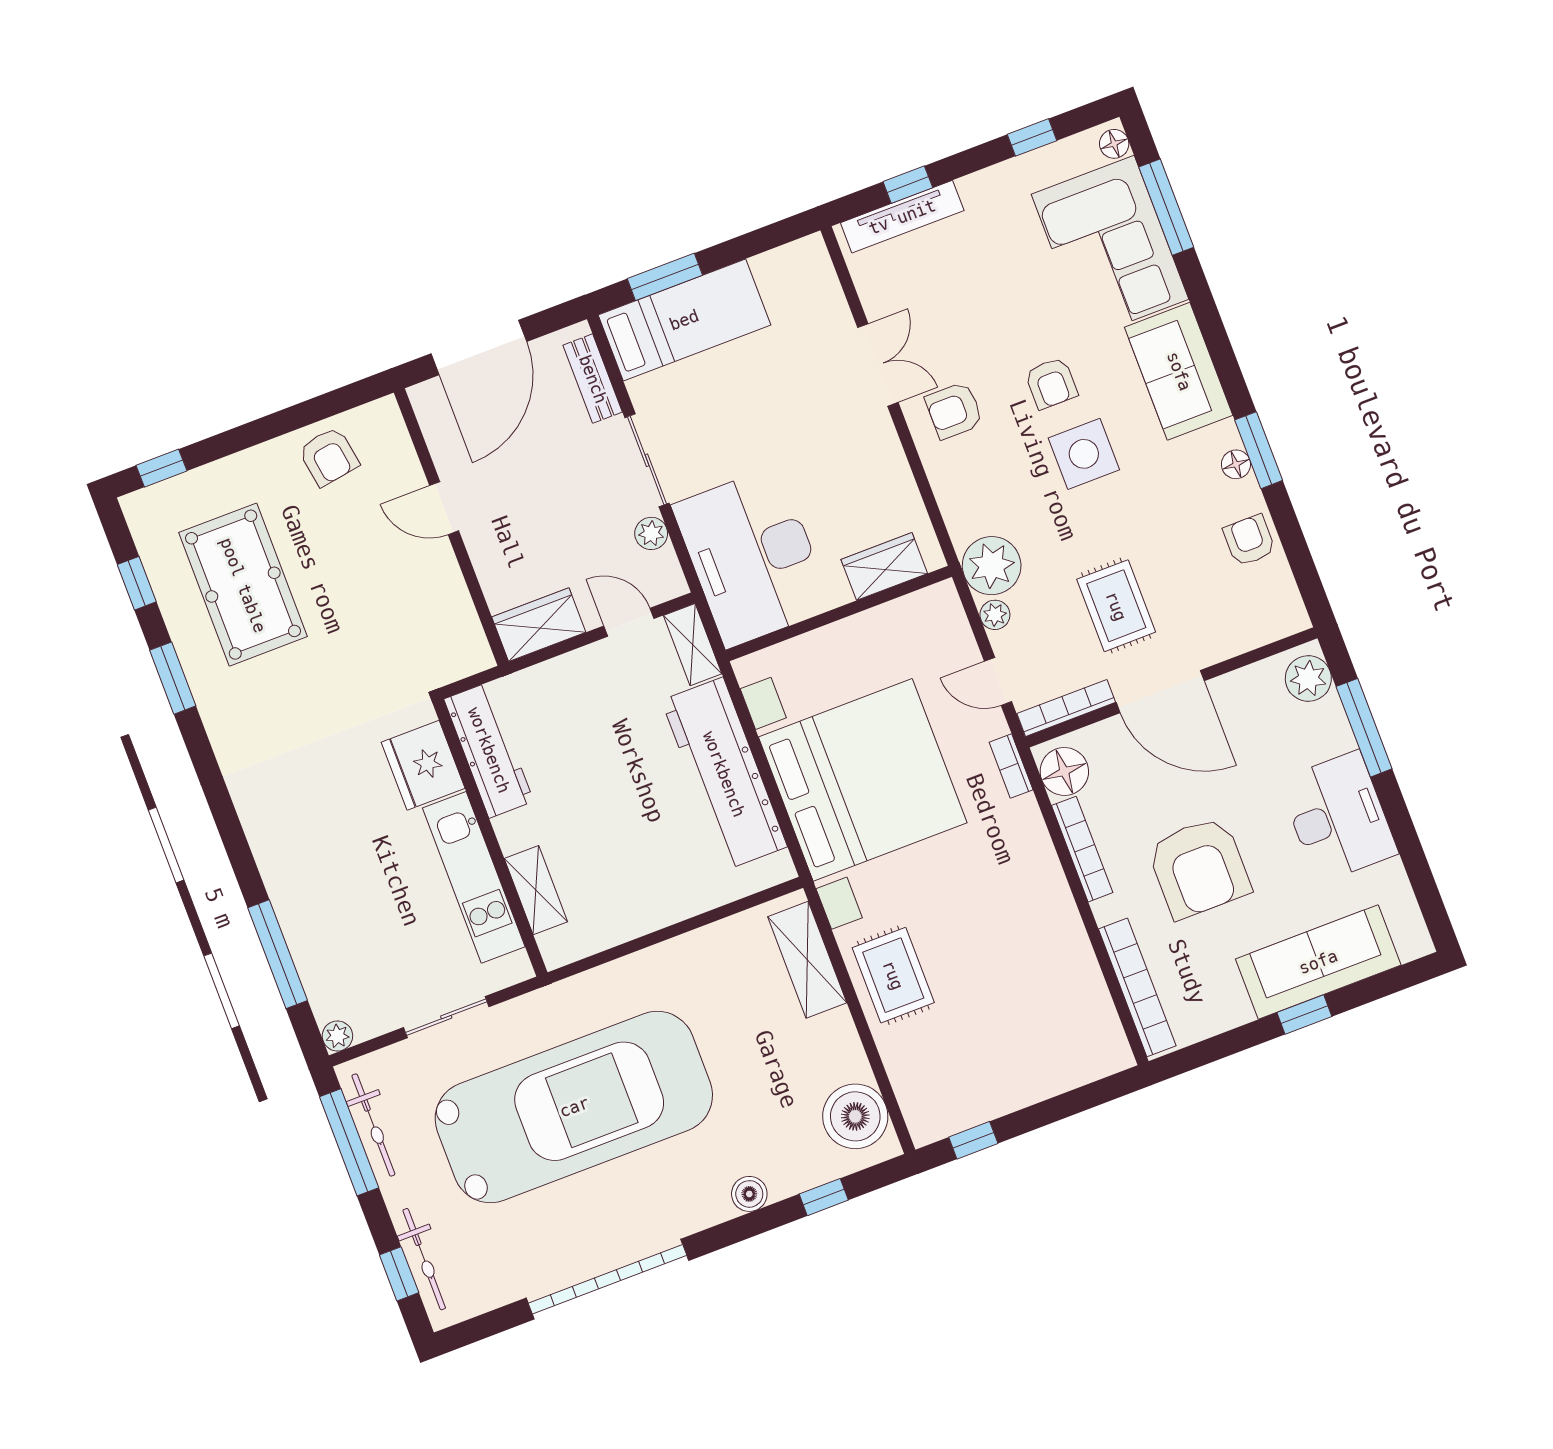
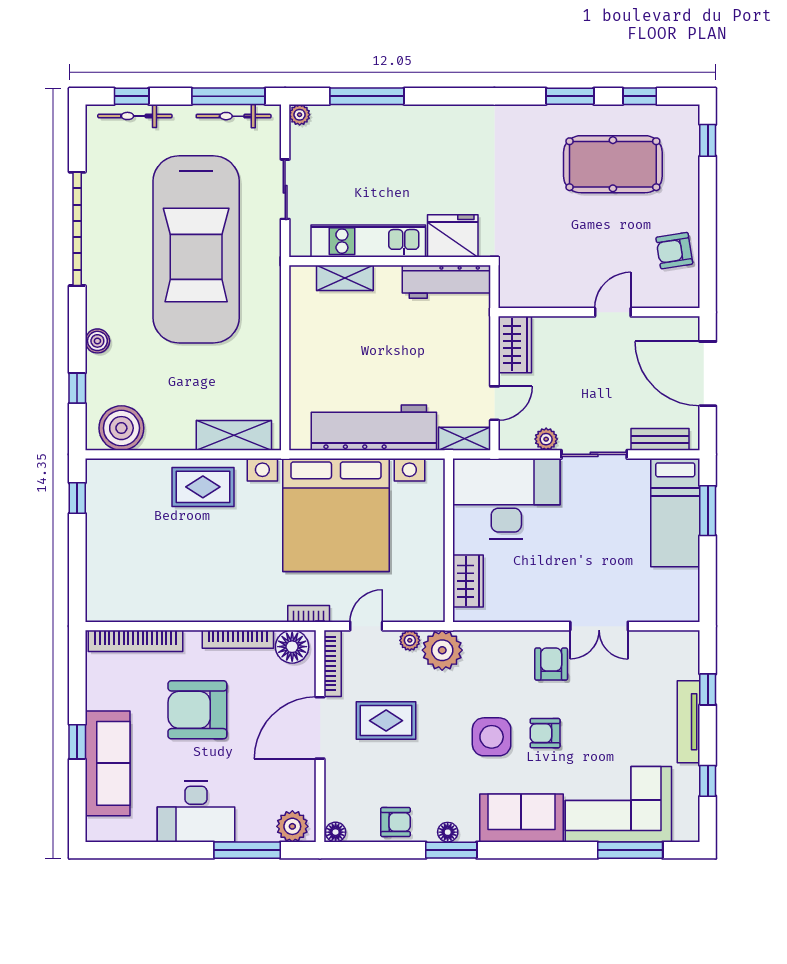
floor lamp: (1114, 144) -> (336, 832), moved
tv unit: (902, 217) -> (688, 722), moved

